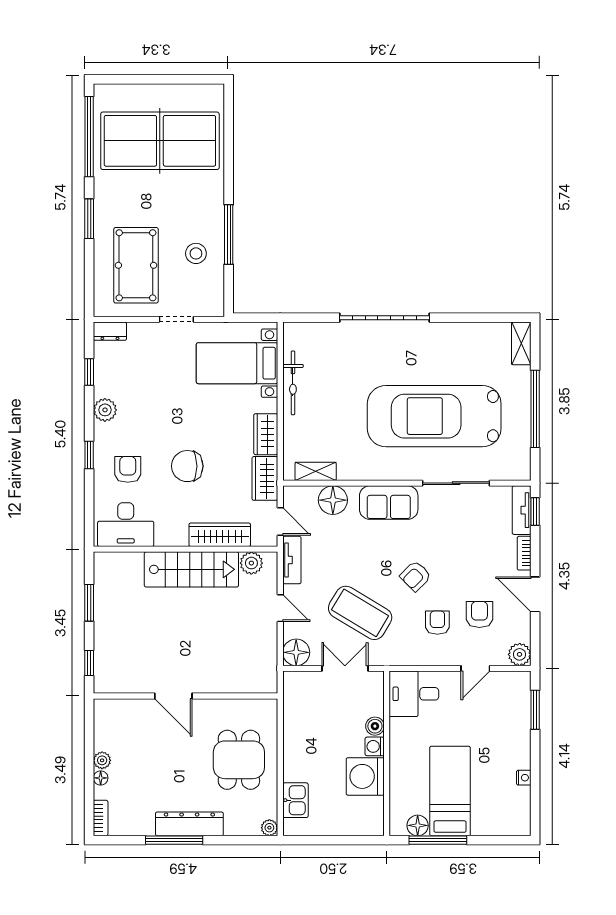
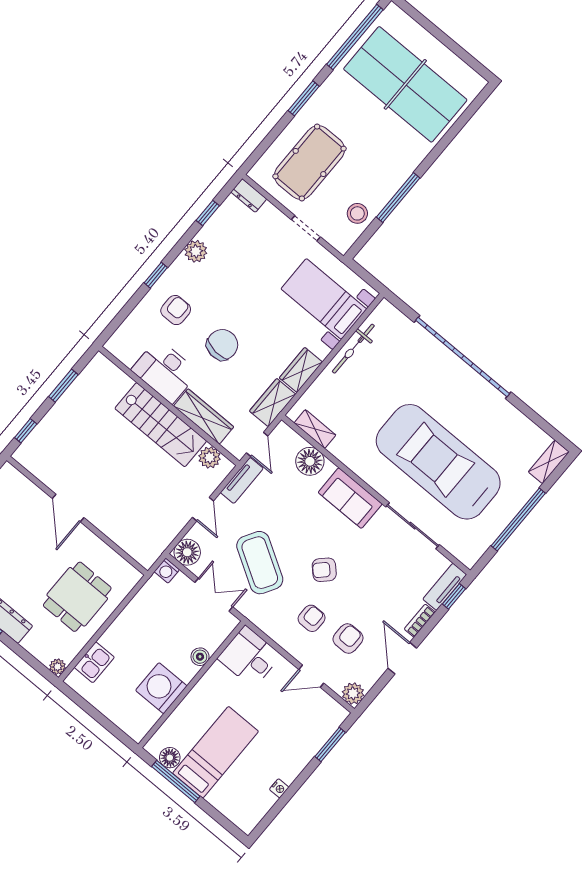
stool: (196, 253) -> (357, 213), moved
garage door: (384, 318) -> (463, 357), width x1.36
chair: (187, 466) -> (222, 345), turned 96
desk: (126, 525) -> (165, 371), moved
washing machine: (375, 746) -> (167, 571), moved, turned -90

